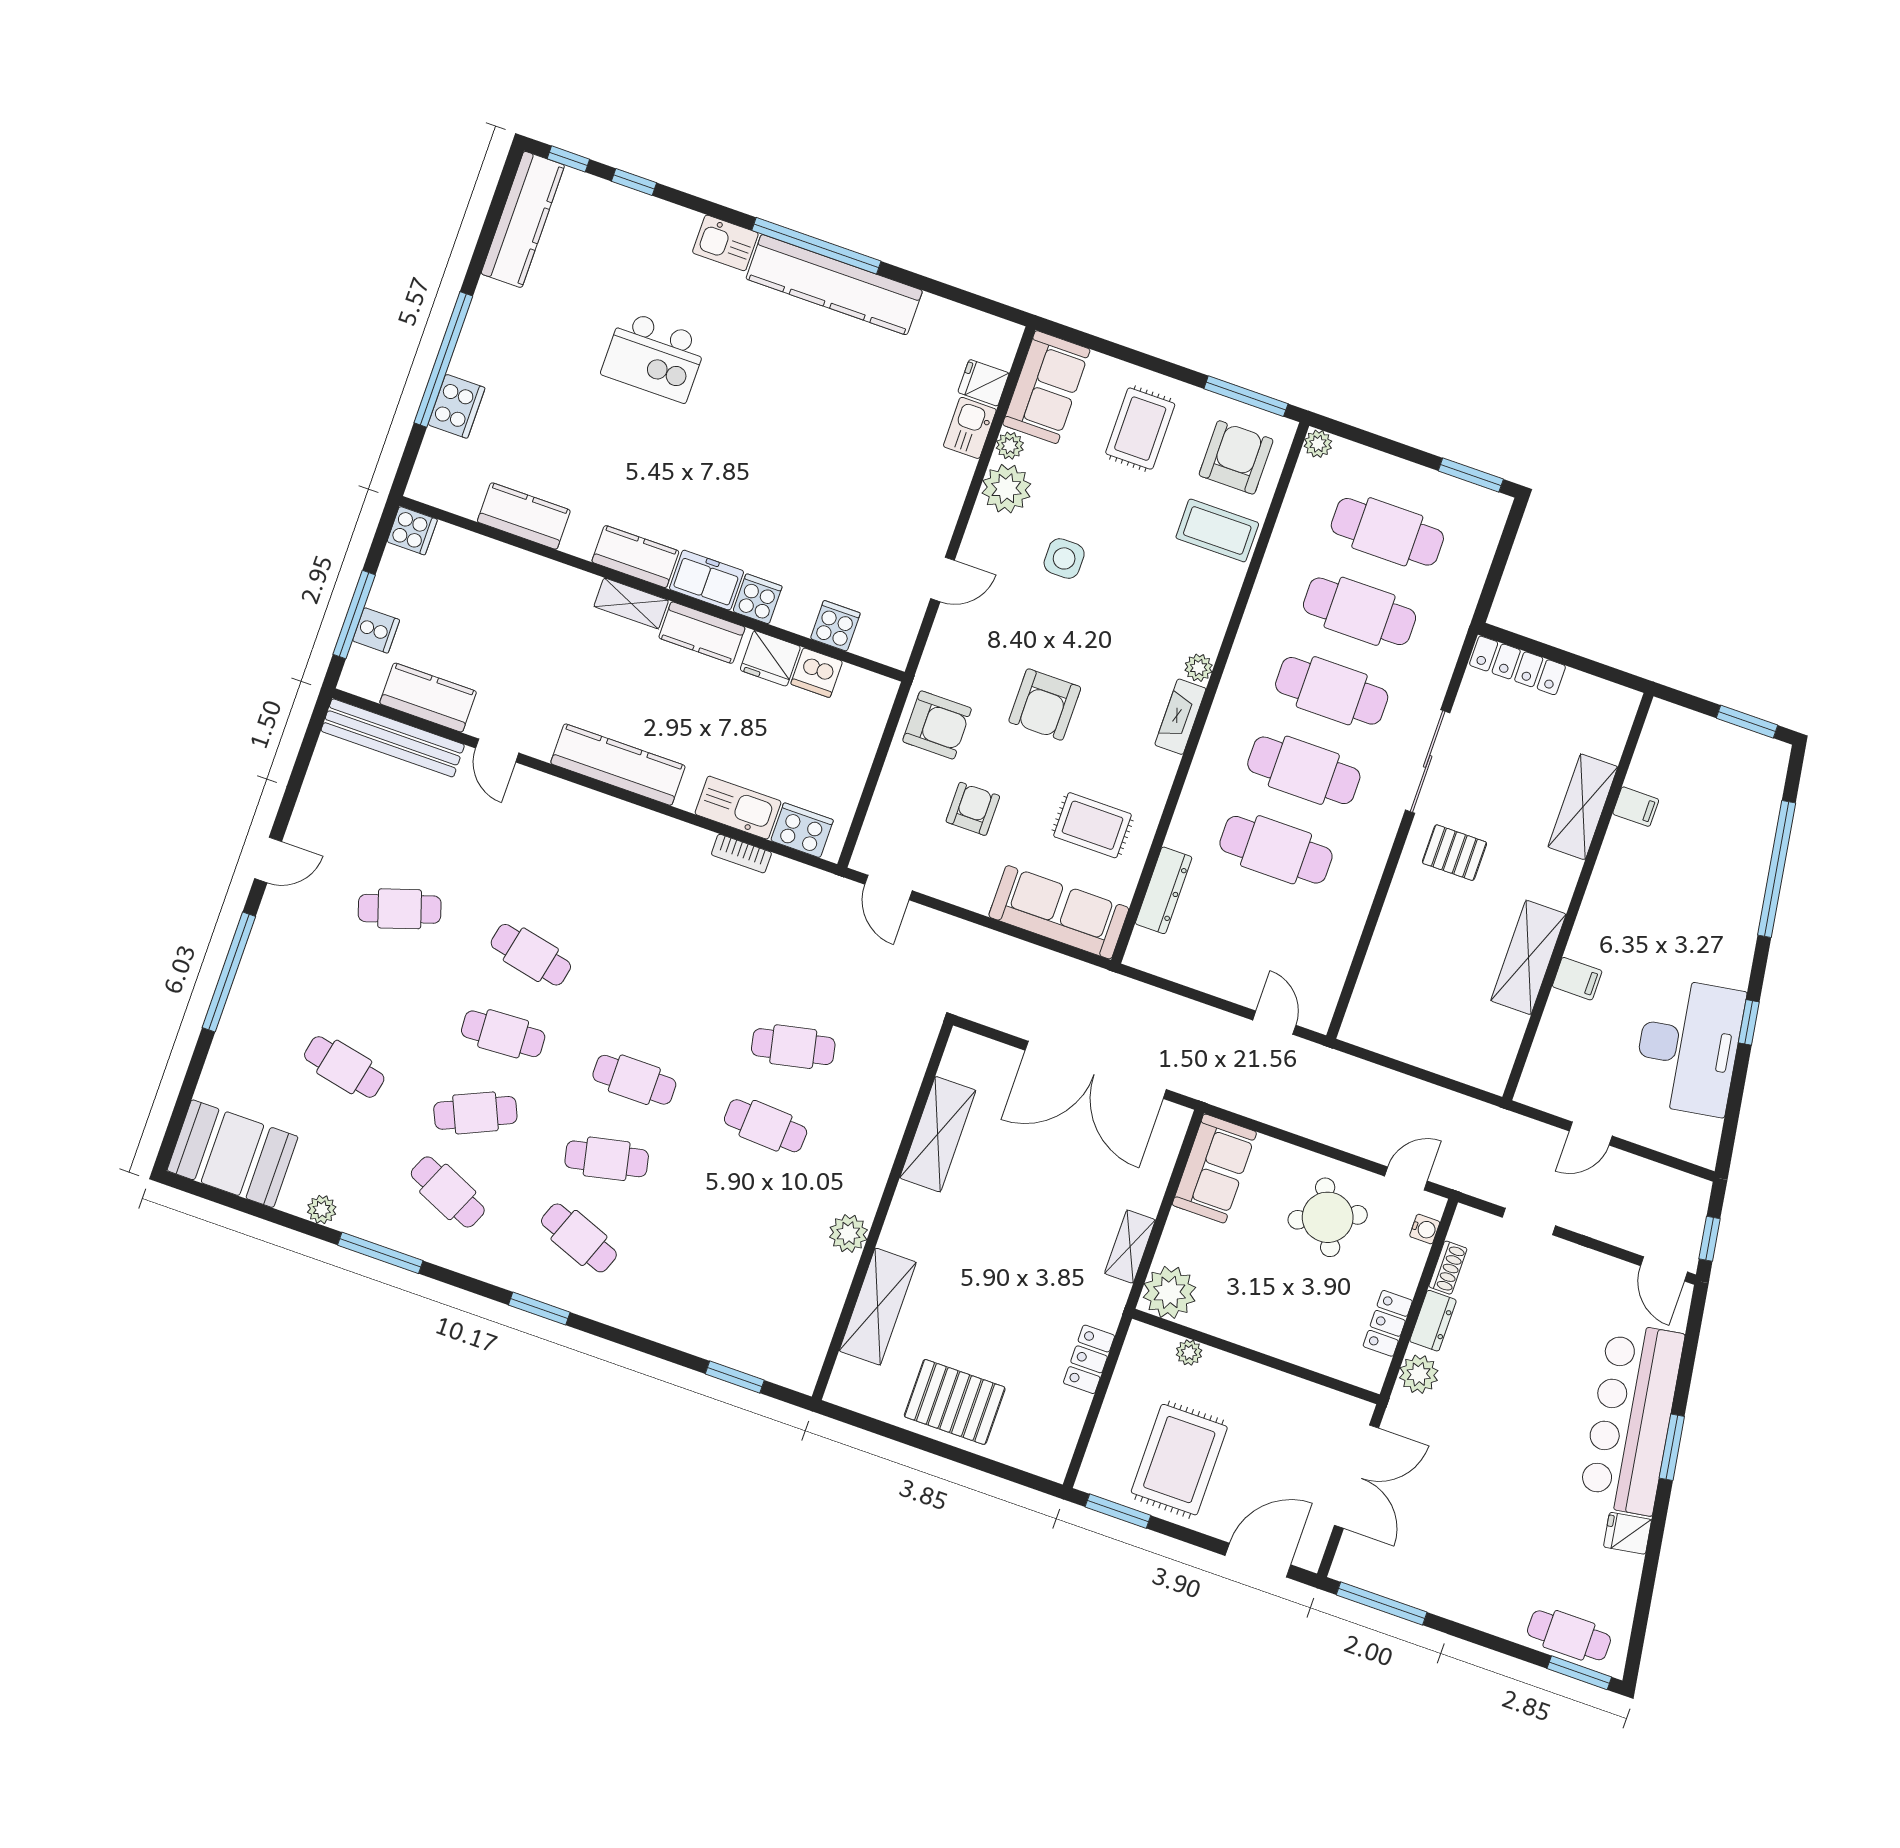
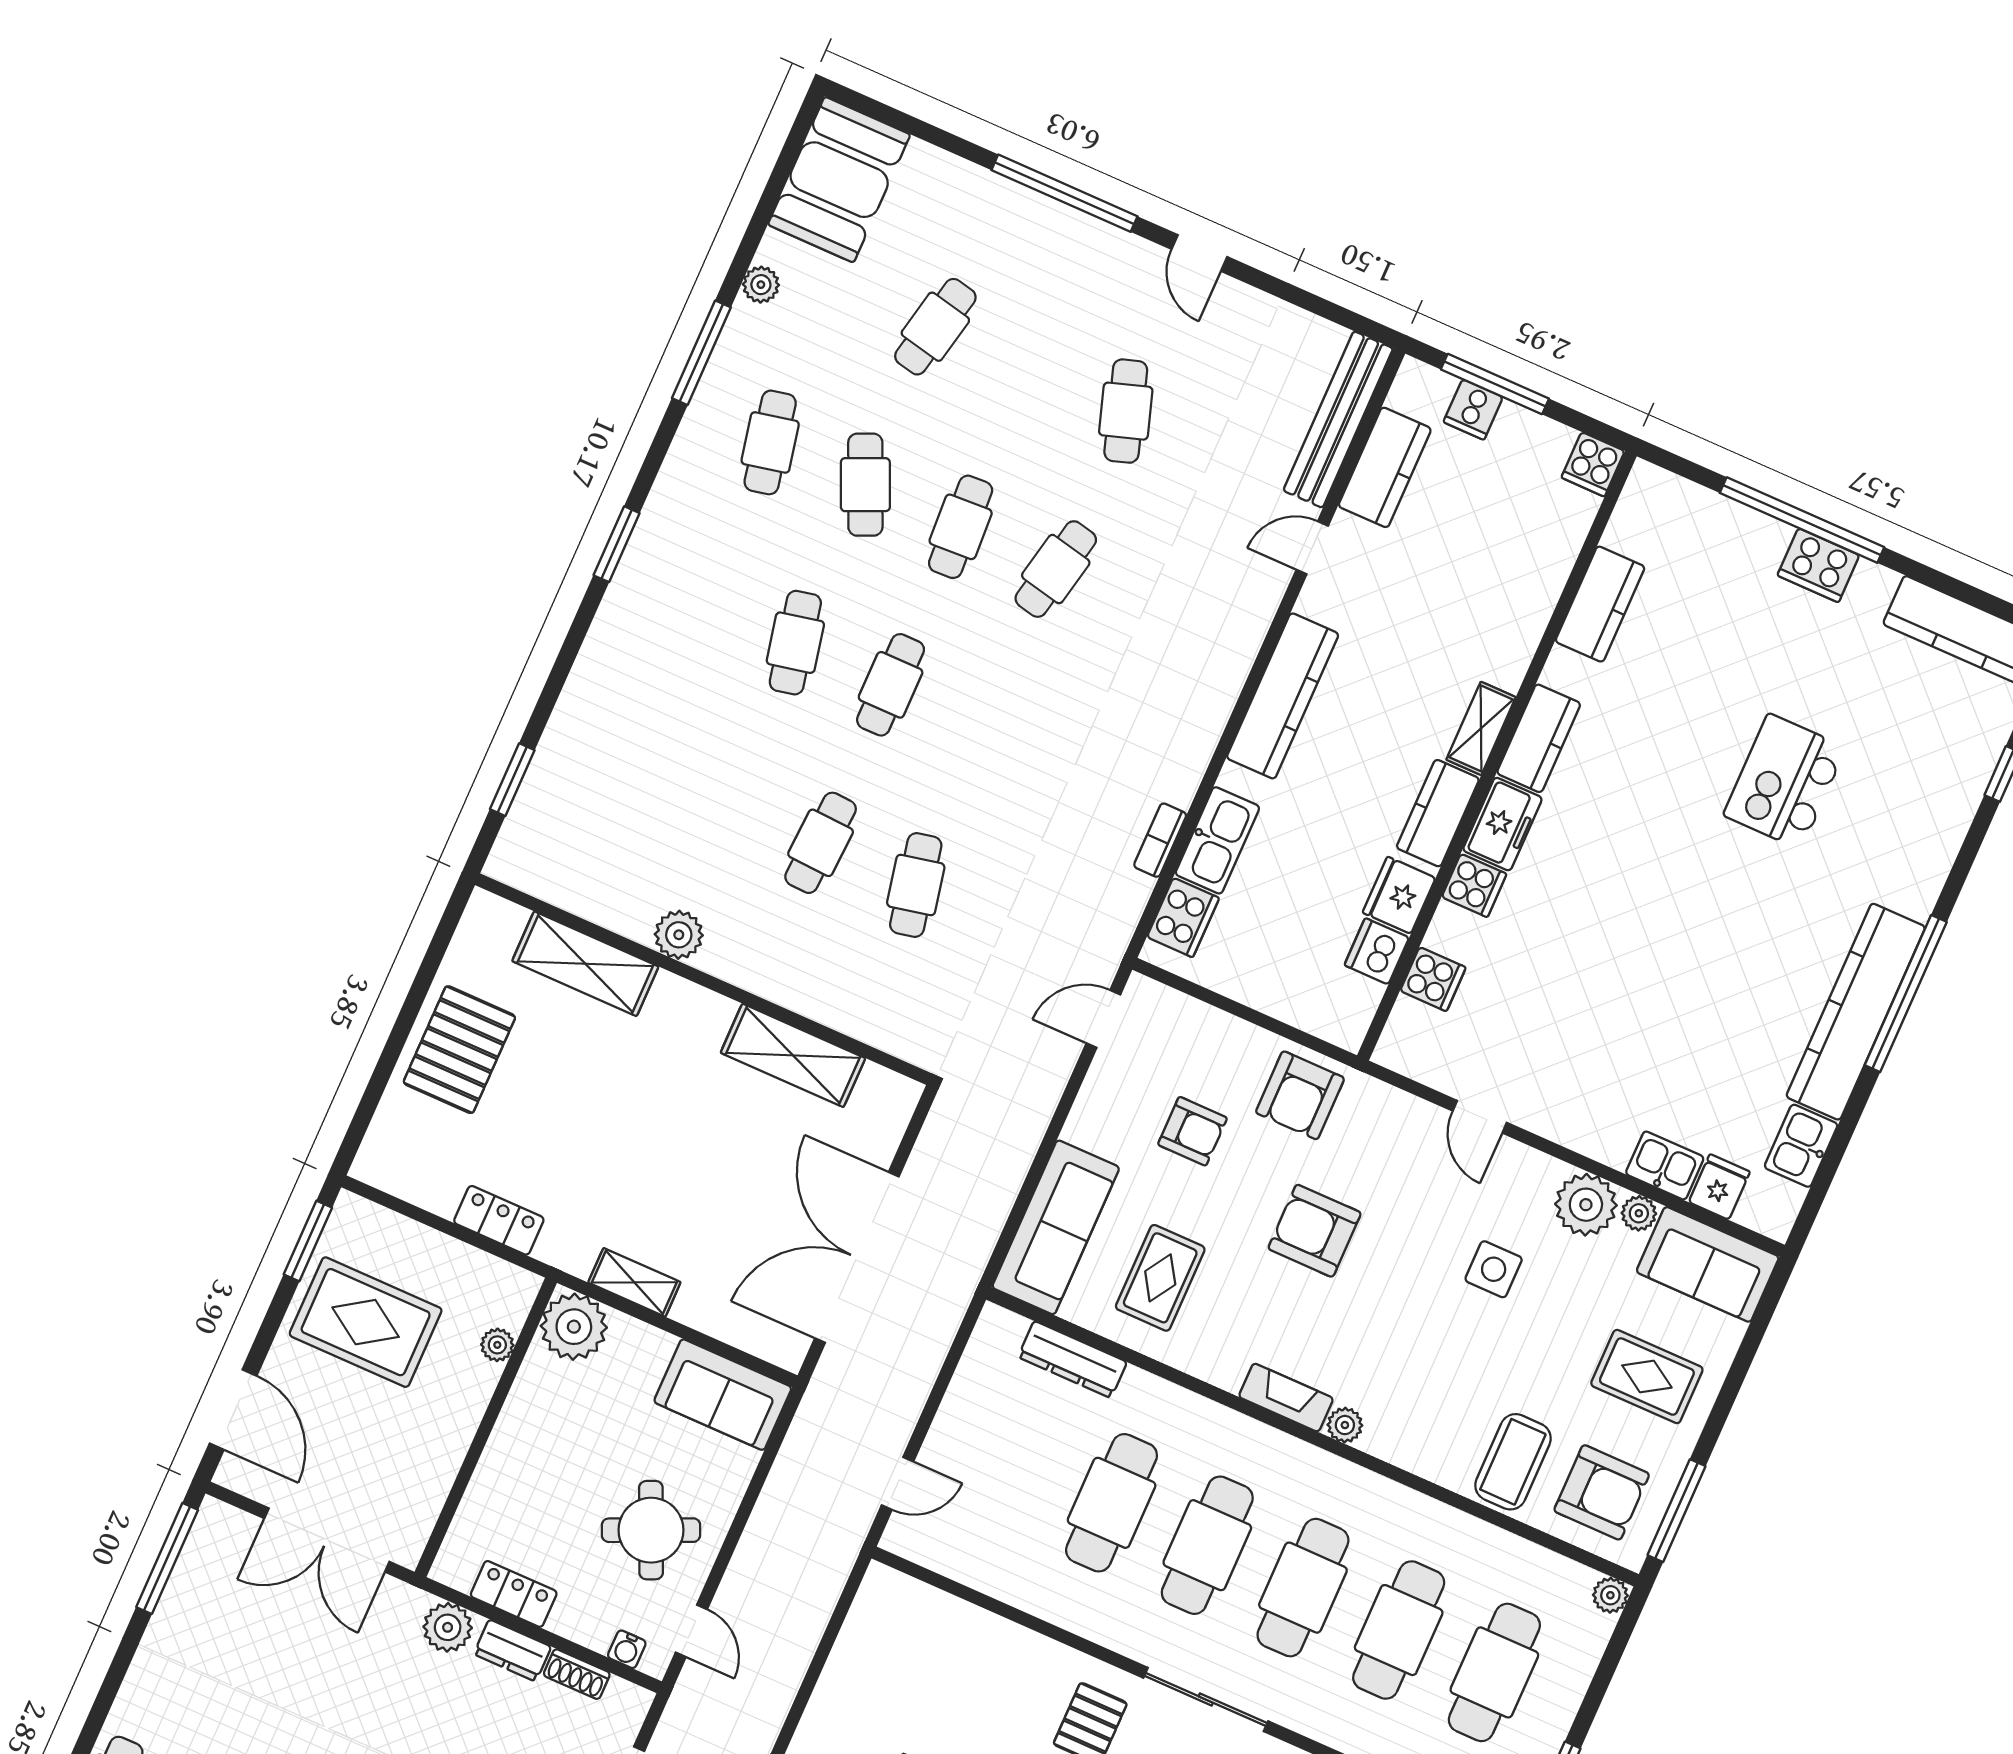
kitchen sink: (725, 243) -> (1801, 1146), moved
cooker: (457, 406) -> (1818, 565), moved
cafe table: (448, 1192) -> (770, 442), turned -36
cafe table: (579, 1238) -> (700, 600), removed

